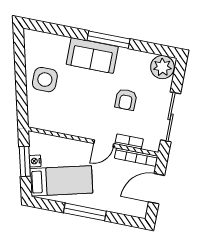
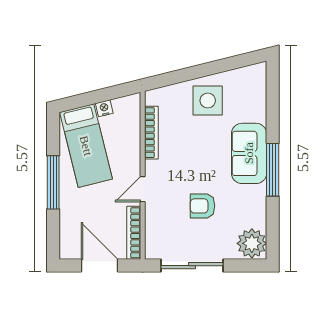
bookcase: (129, 141) -> (151, 133), moved, width x1.56
door: (104, 144) -> (143, 189), hinge flipped
window: (25, 161) -> (101, 95), removed

